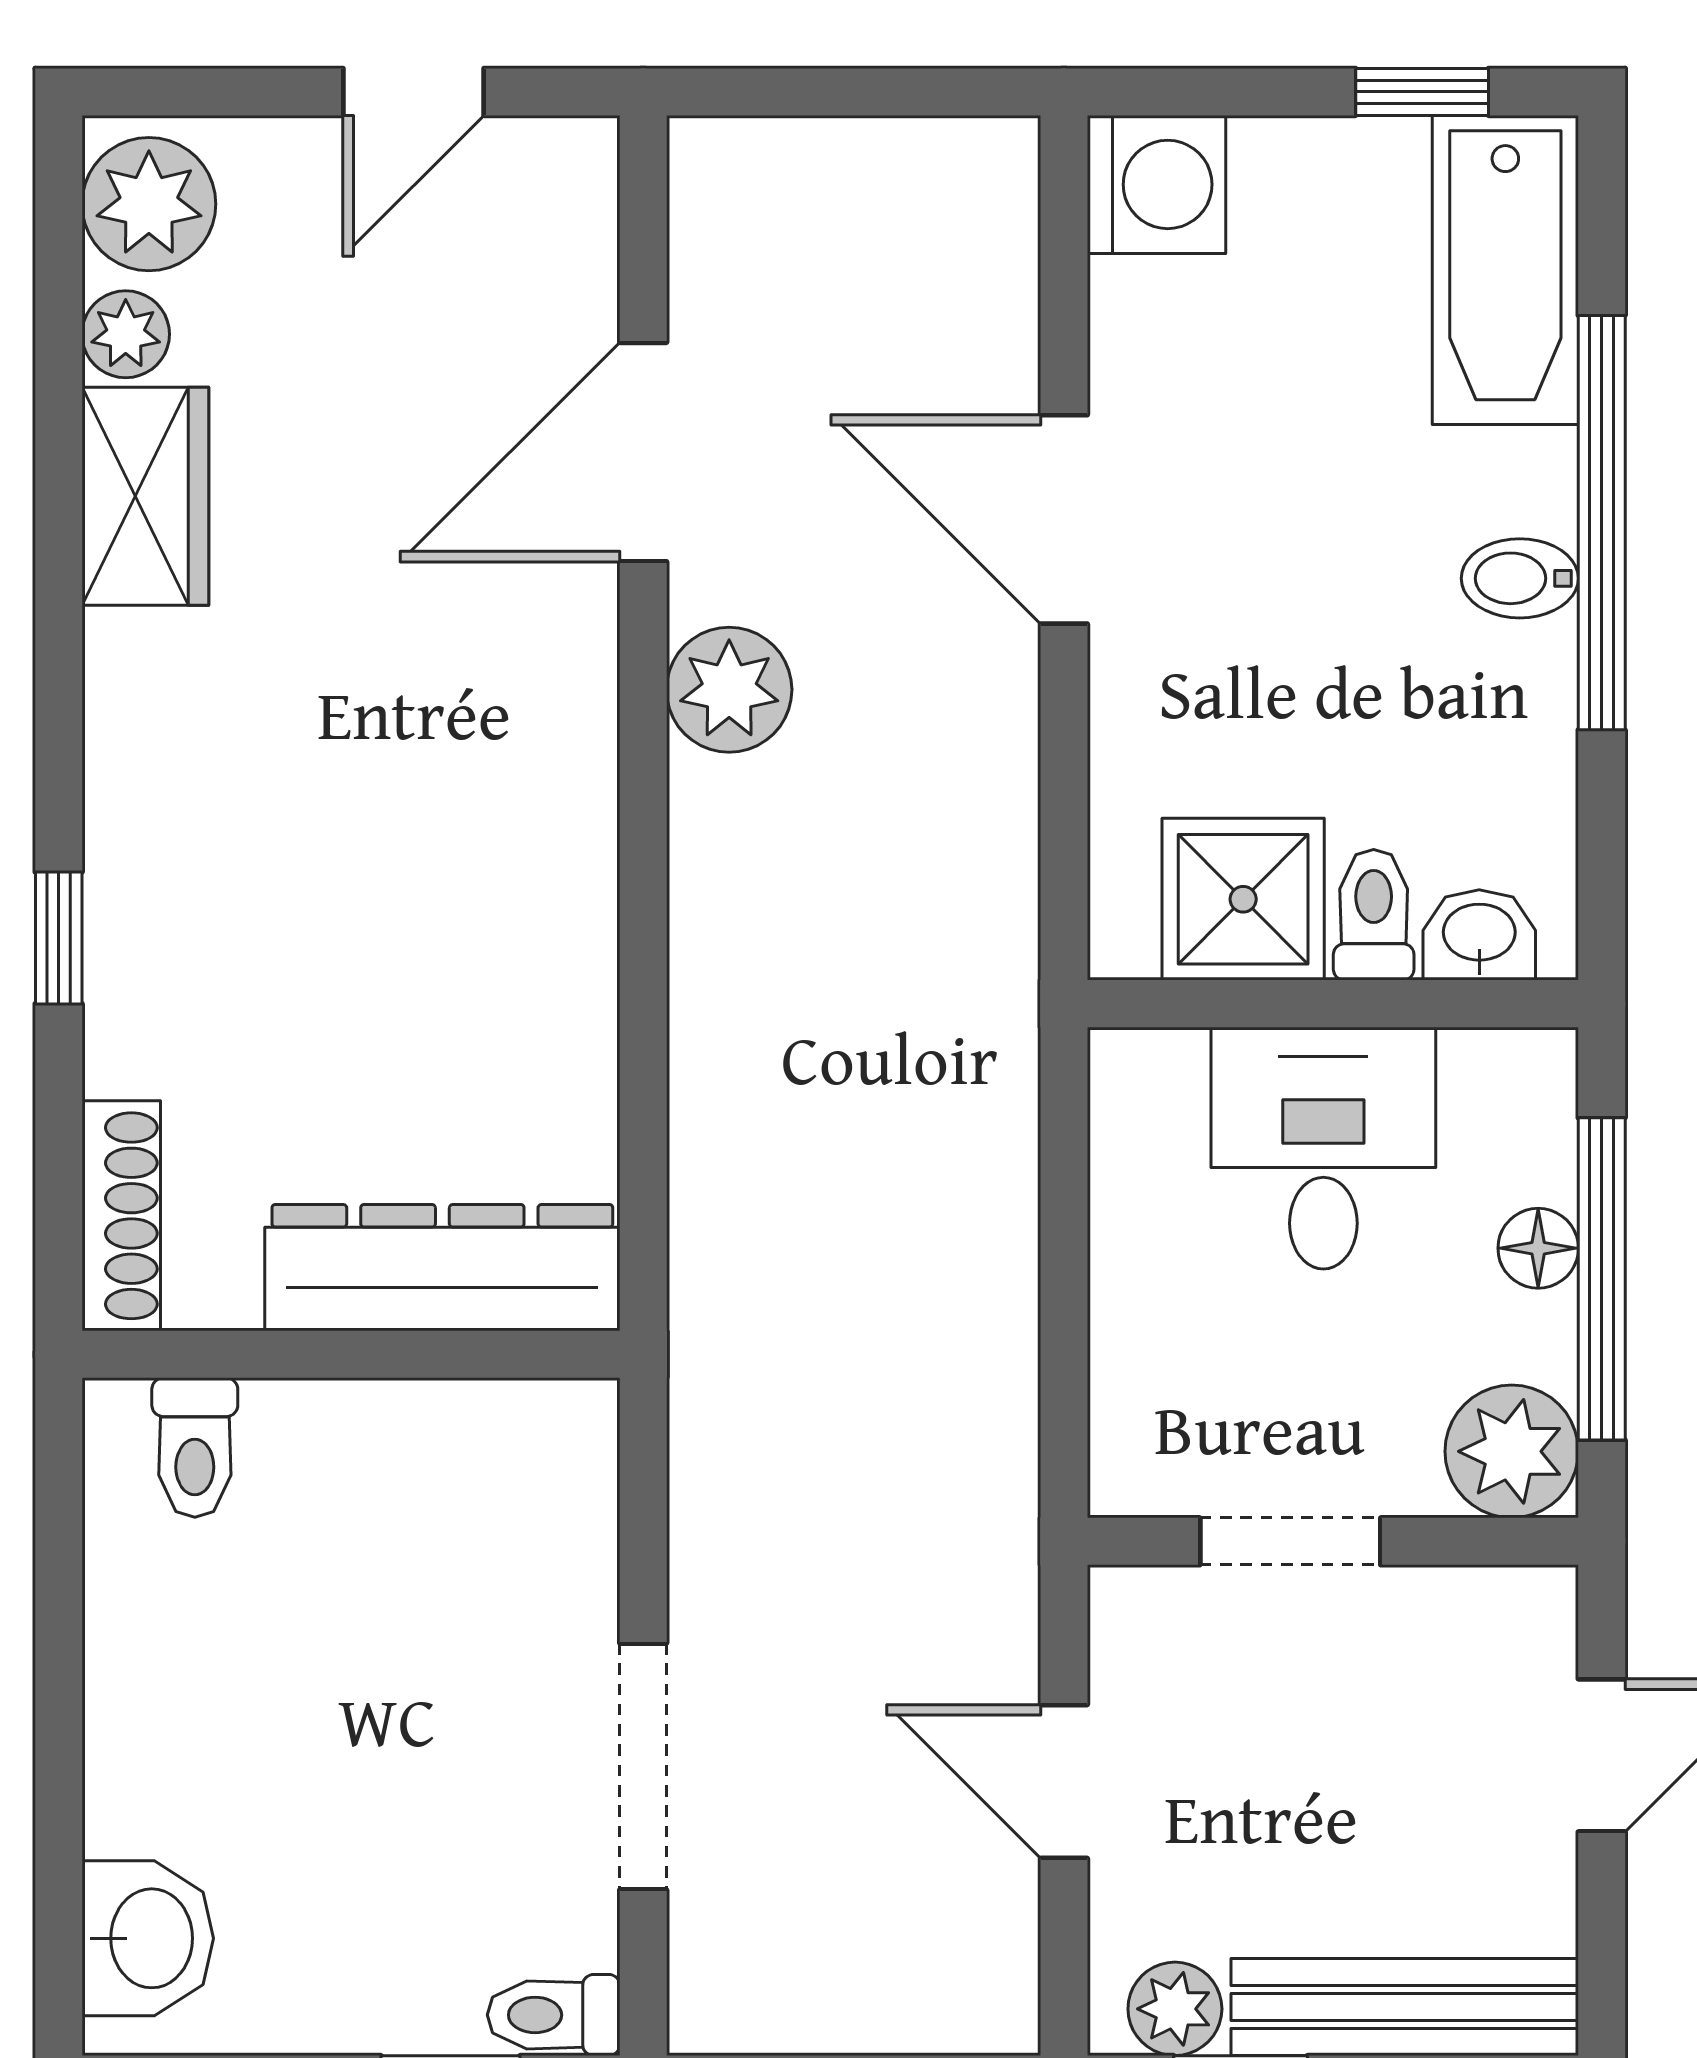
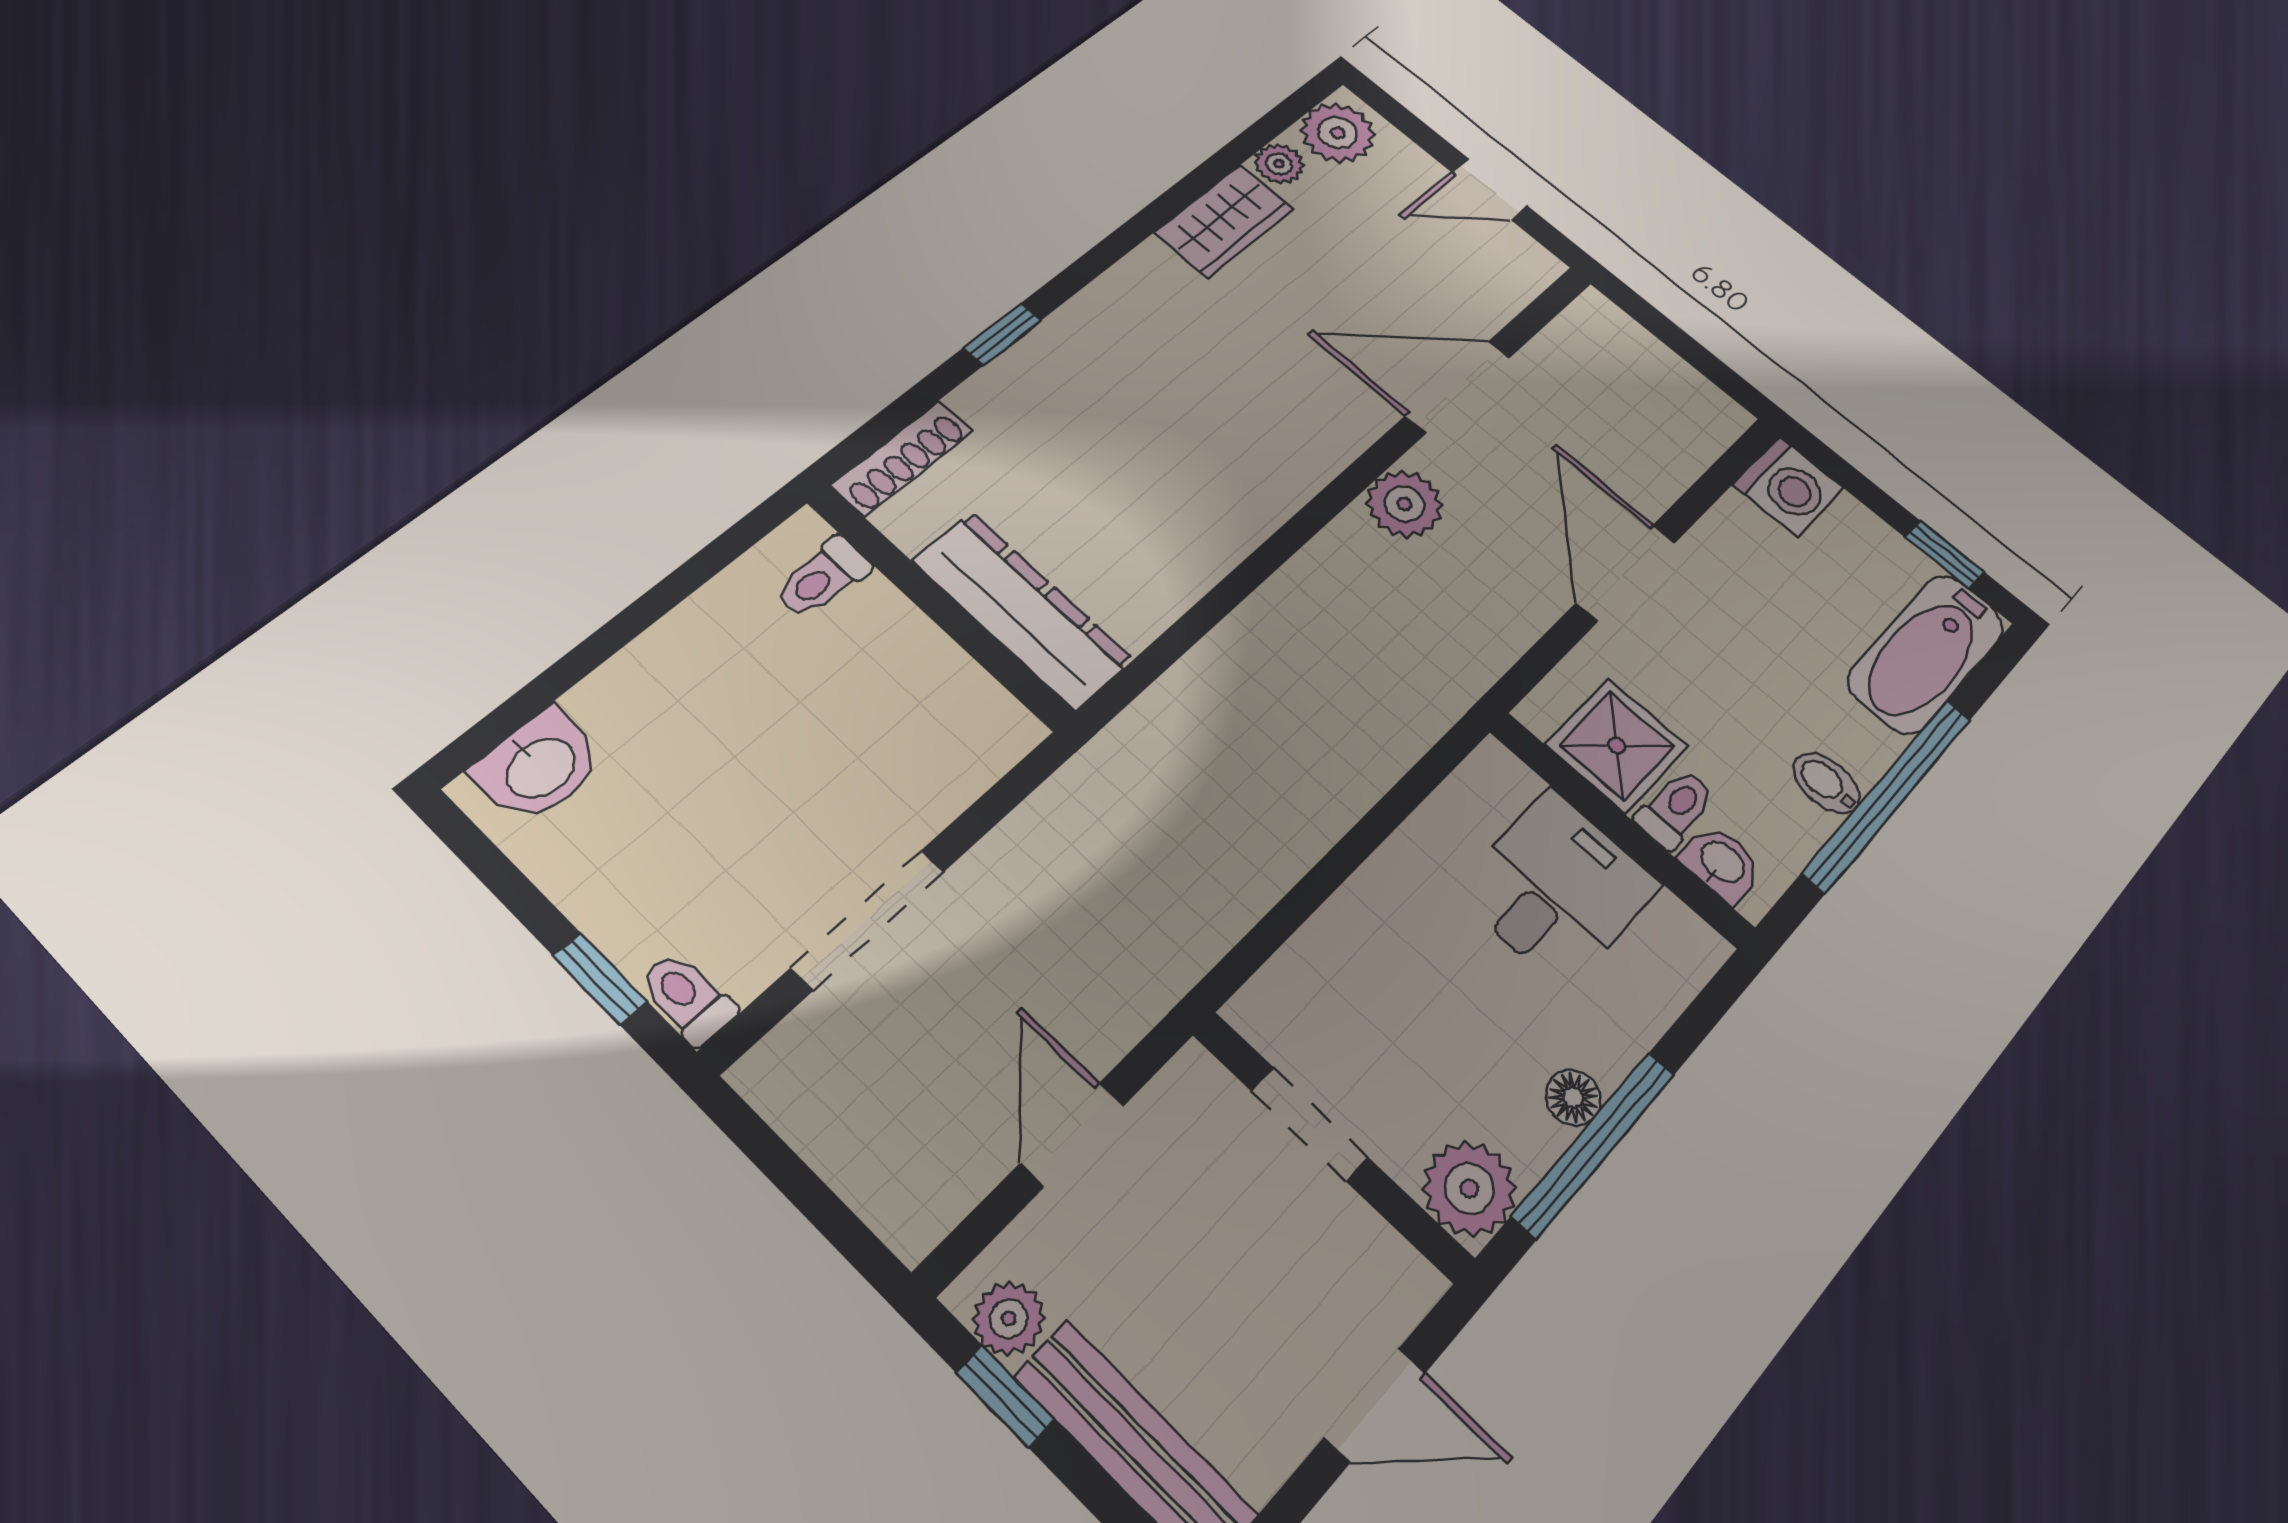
shower: (1243, 899) -> (1617, 746), moved
toilet: (1374, 915) -> (1676, 808), moved
washbasin: (1479, 935) -> (1721, 863), moved
wall: (1333, 1004) -> (1621, 829), moved
desk: (1323, 1148) -> (1558, 888), moved

